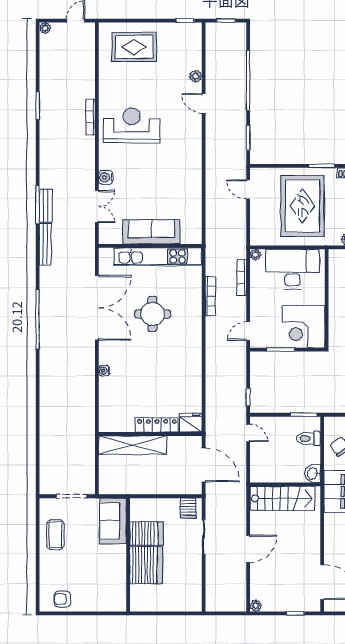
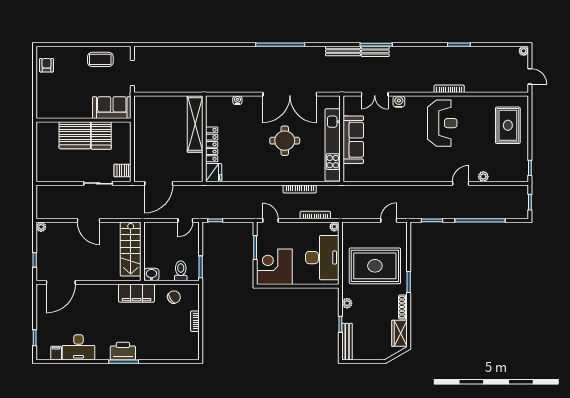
fridge: (191, 423) -> (214, 173), moved
locker: (157, 425) -> (212, 144), moved
wall: (150, 434) -> (204, 139), moved
shelving: (133, 445) -> (195, 124), moved

